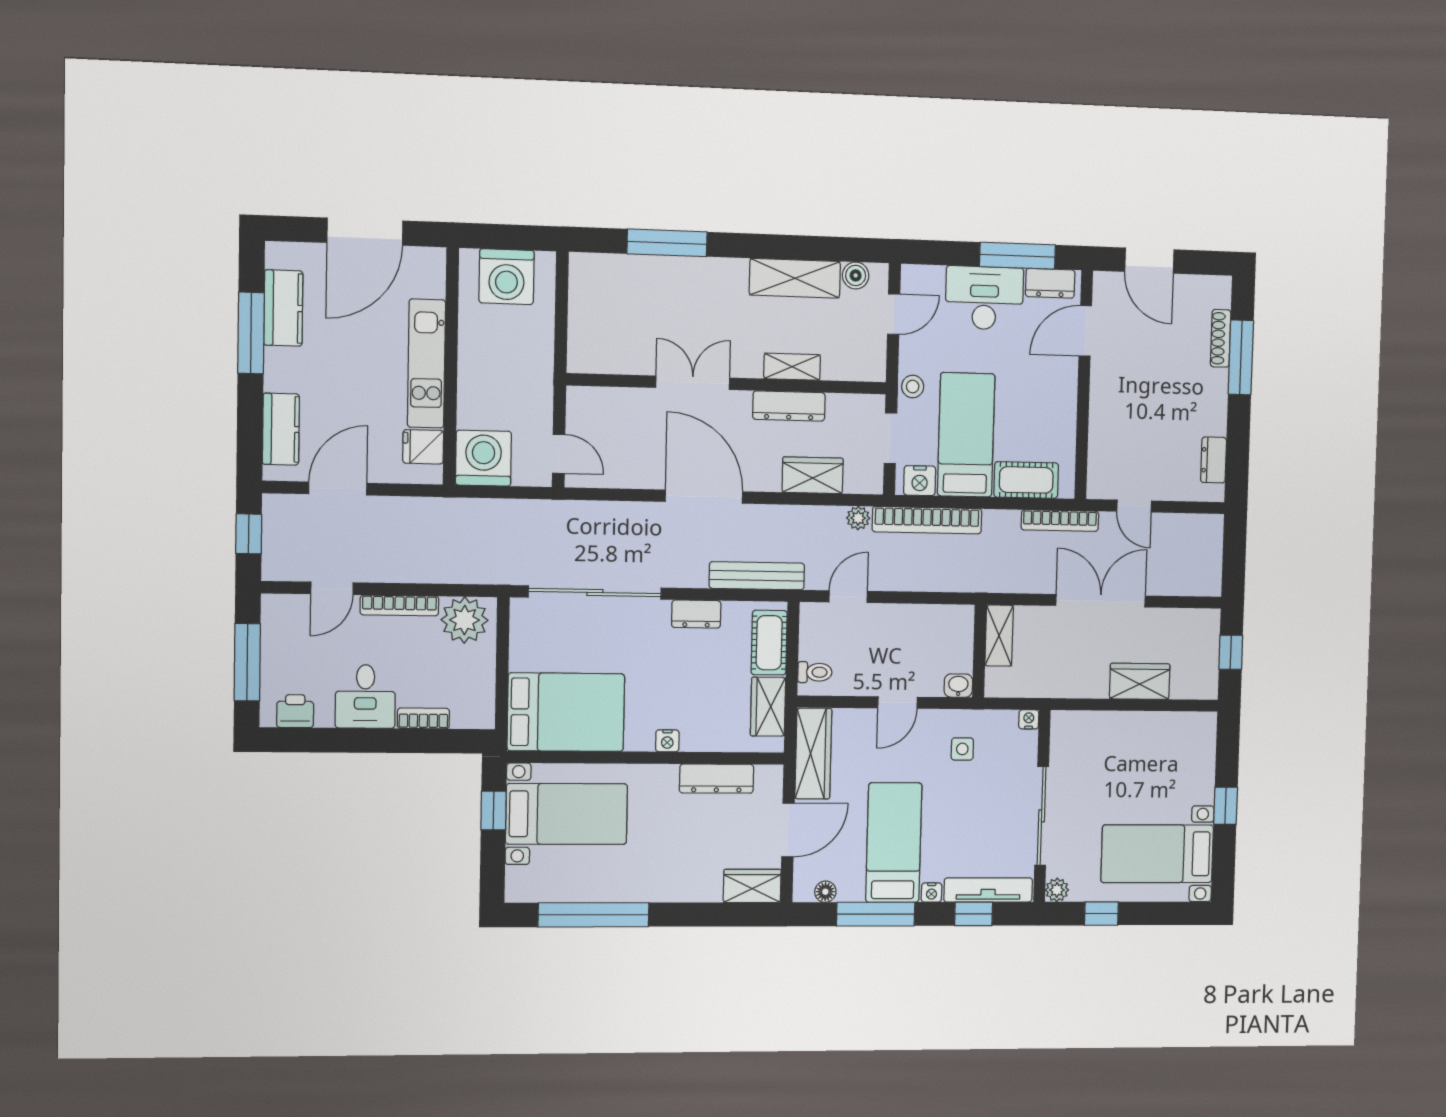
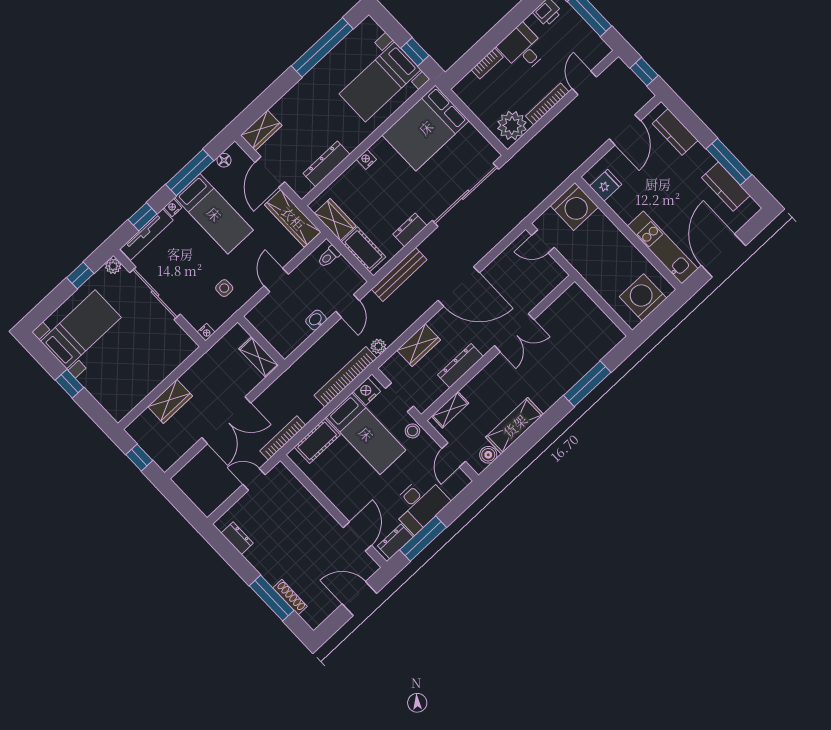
kitchen unit: (426, 364) -> (663, 247), moved
shelving: (792, 367) -> (450, 410), moved
washbasin: (958, 686) -> (316, 320), moved, turned 180

